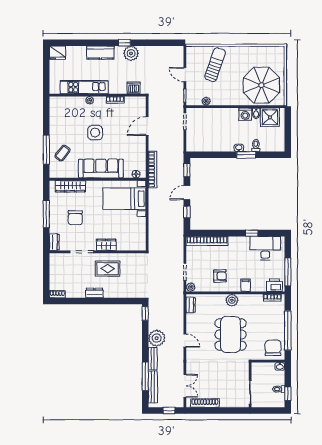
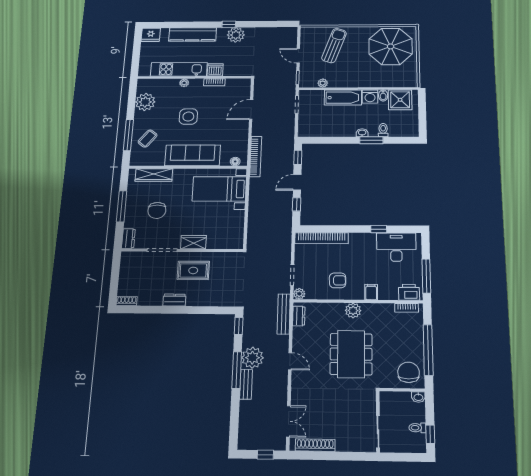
kitchen counter: (100, 53) -> (193, 34), width x1.50
parasol: (261, 85) -> (391, 46), moved
dishwasher: (134, 88) -> (215, 70), moved
bathtub: (223, 115) -> (343, 98), added
plant: (58, 119) -> (145, 102), added
window: (145, 376) -> (237, 370), moved
bench: (153, 387) -> (284, 314), moved

